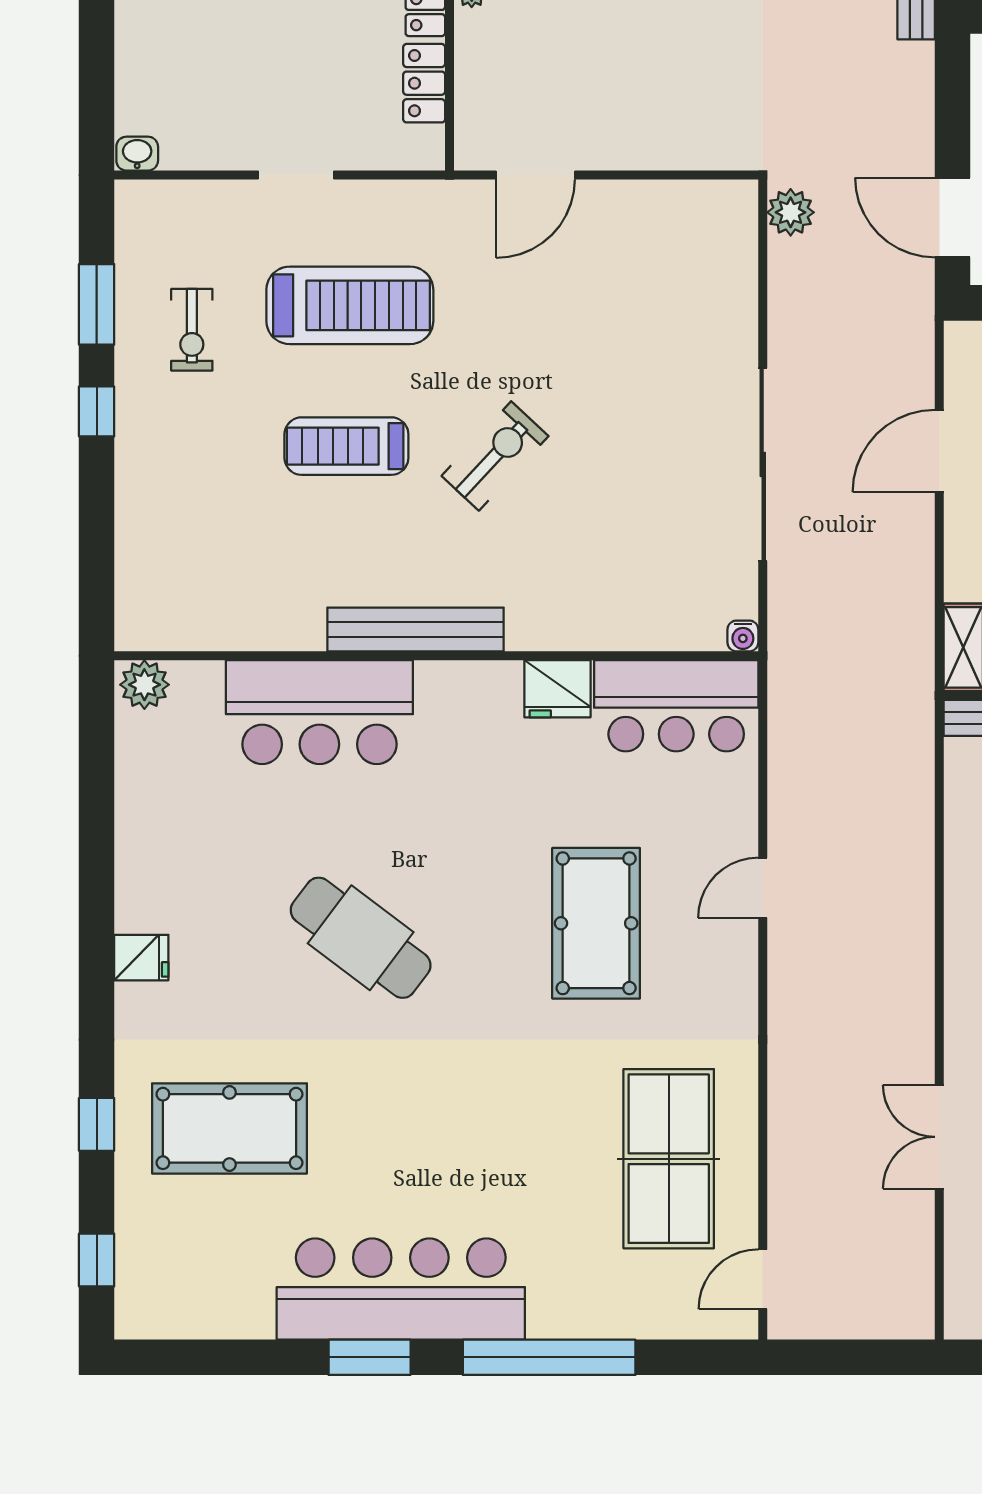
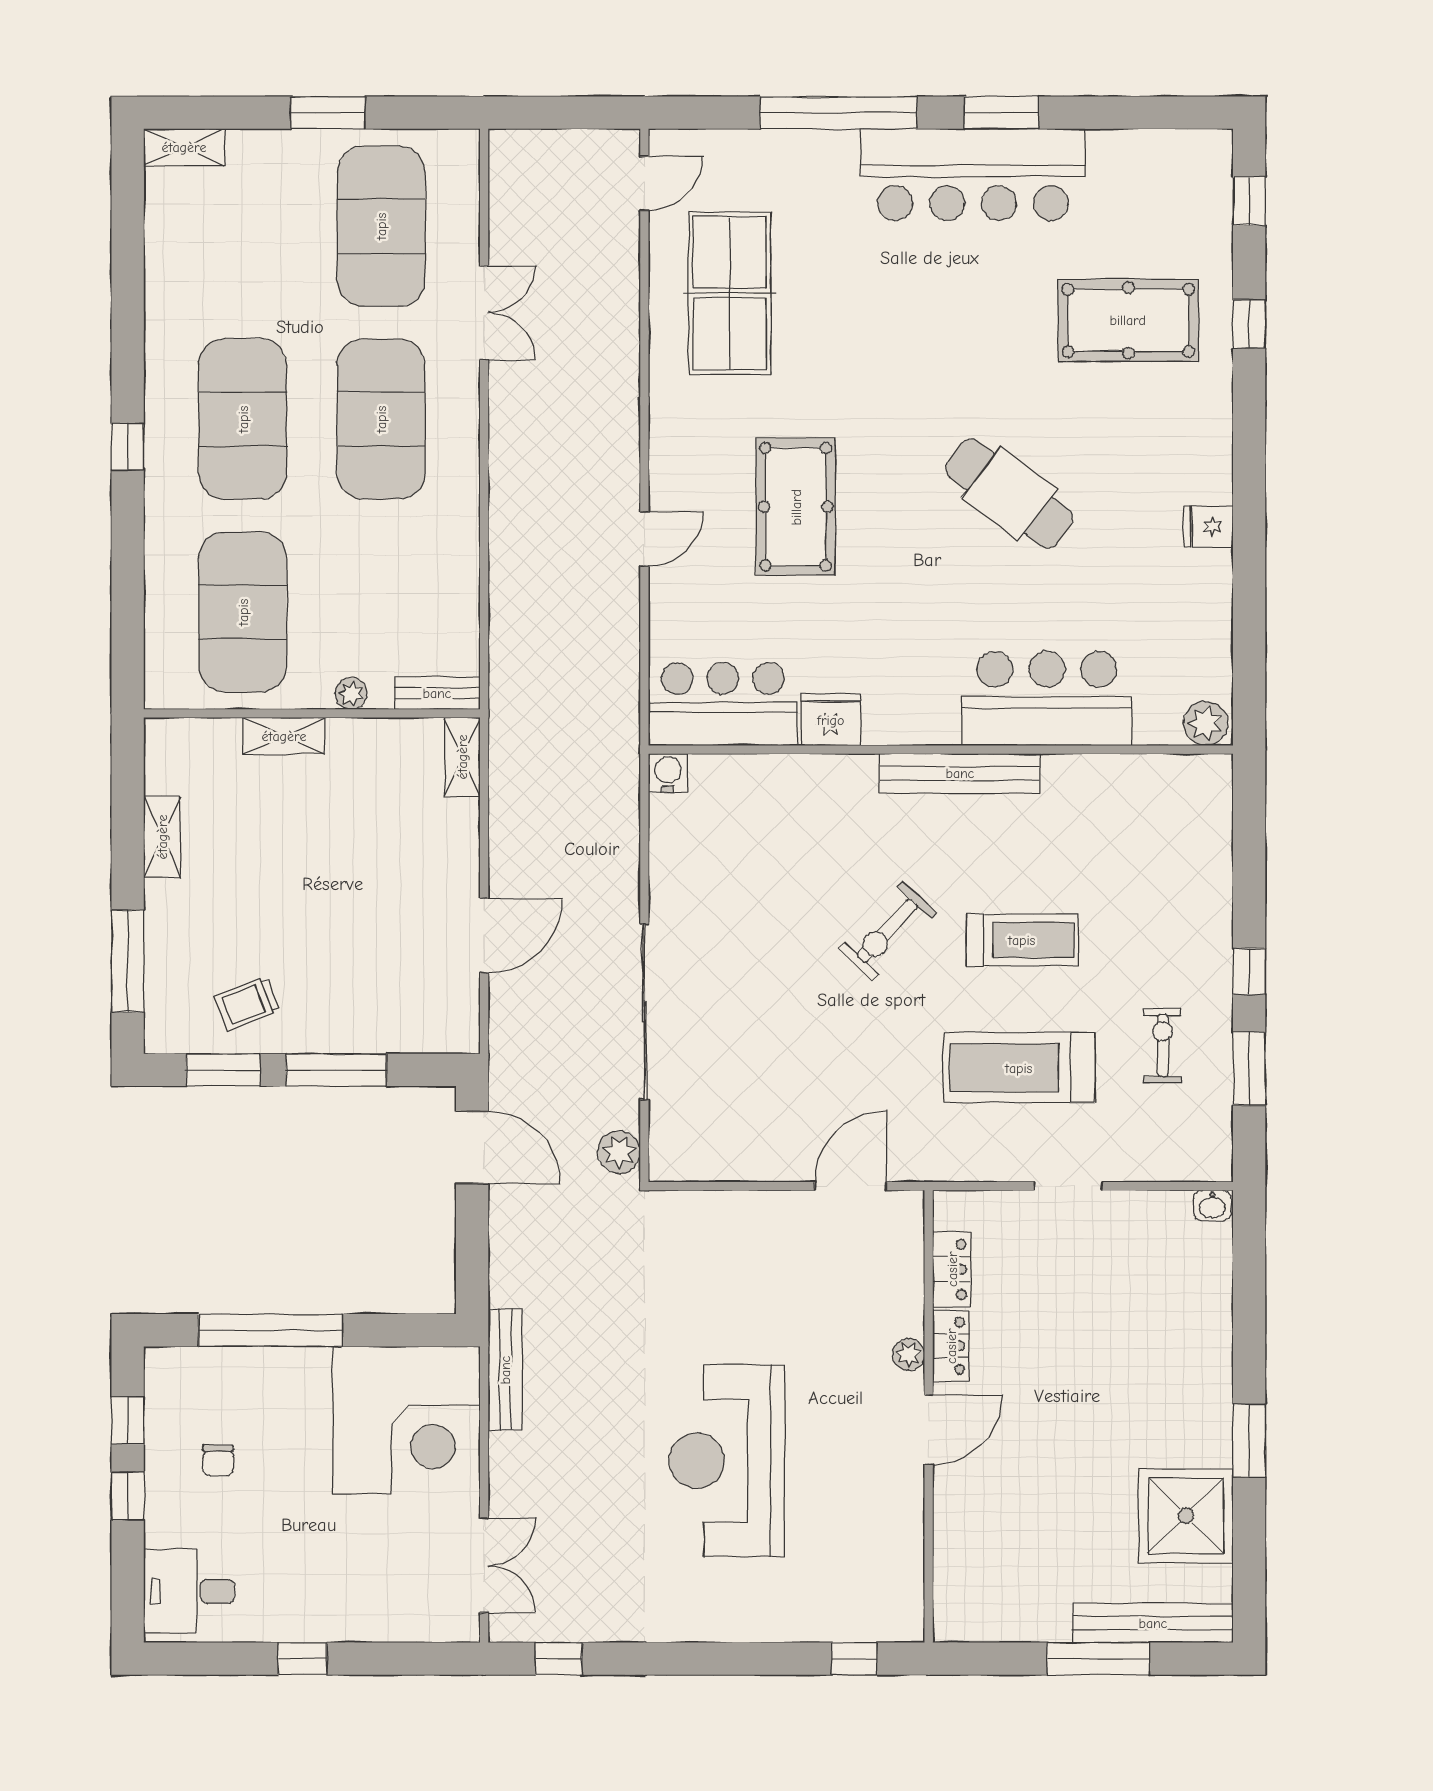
sliding door: (763, 464) -> (644, 1012), moved
water cooler: (743, 636) -> (668, 773), width x1.38, depth x1.38
fridge: (141, 958) -> (1208, 527), moved

